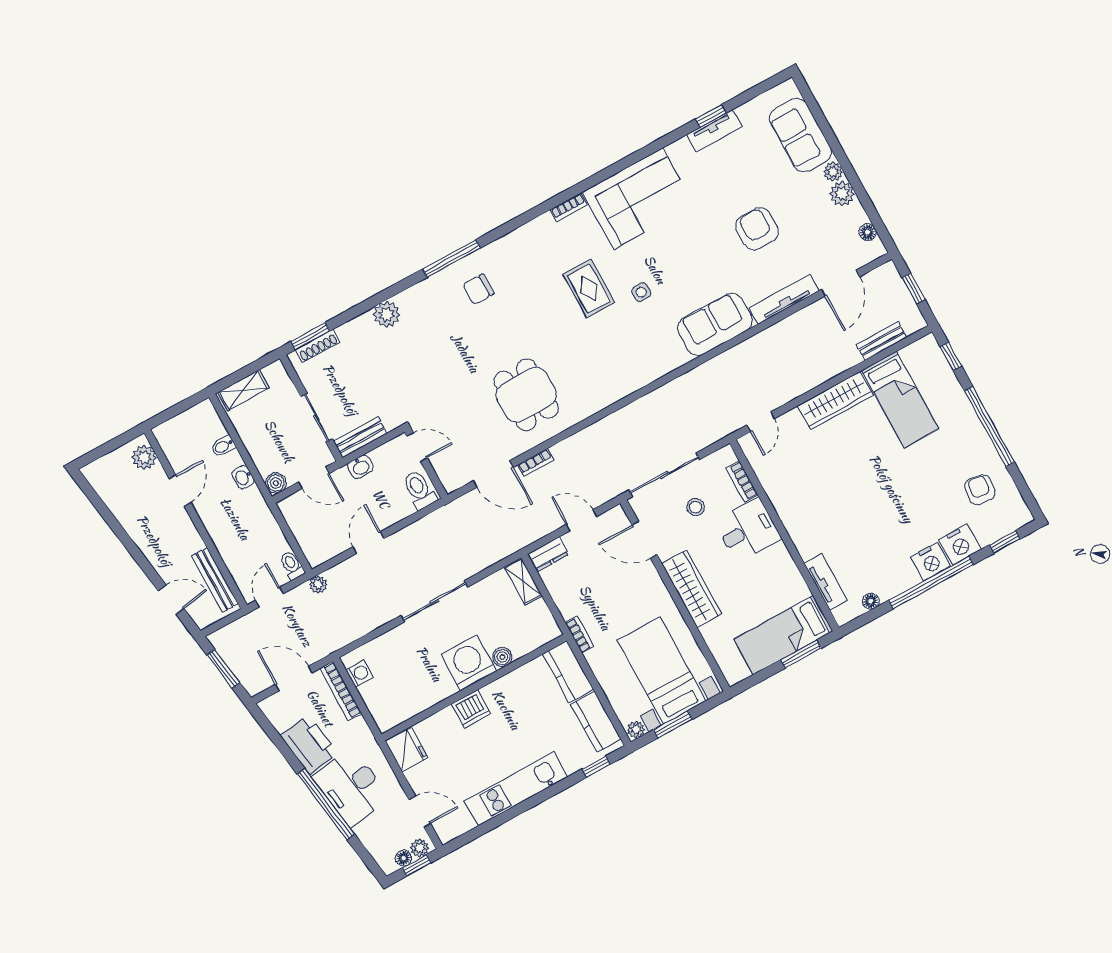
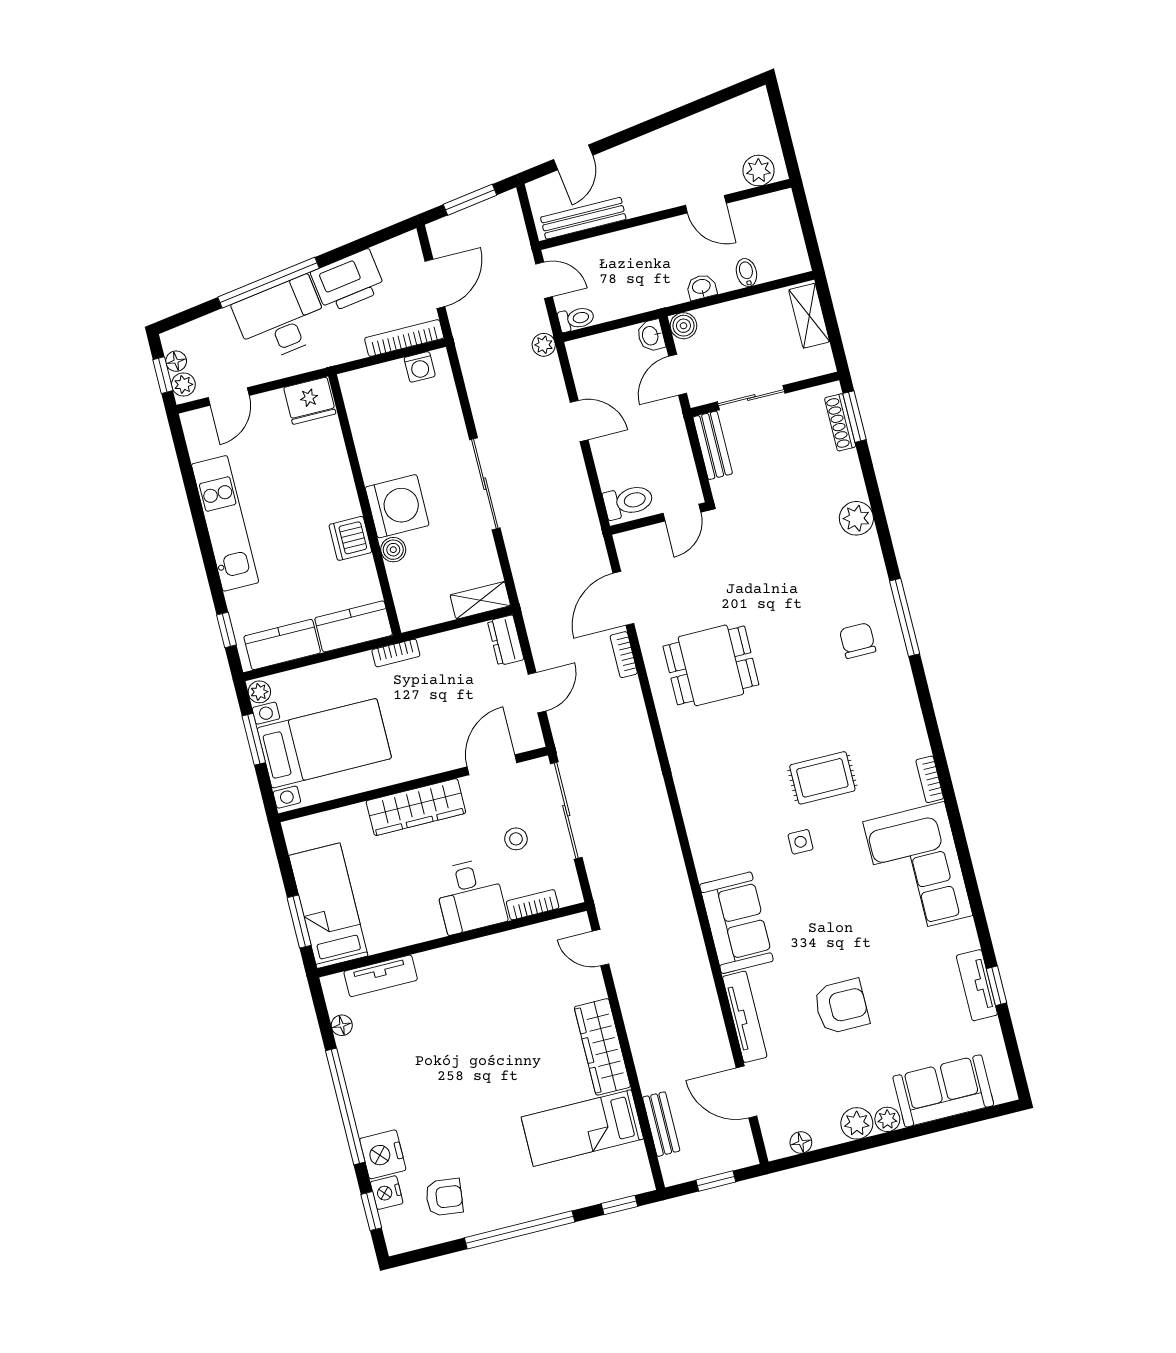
washbasin: (360, 467) -> (651, 336), moved
nightstand: (931, 562) -> (387, 1193), moved, width x0.74, depth x0.75
dishwasher: (471, 709) -> (350, 538), moved

